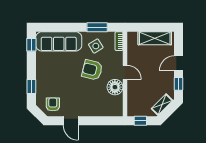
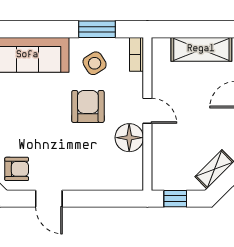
armchair: (92, 70) -> (88, 106), turned 76
armchair: (53, 104) -> (17, 169), turned 90

